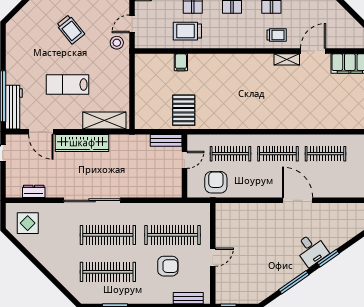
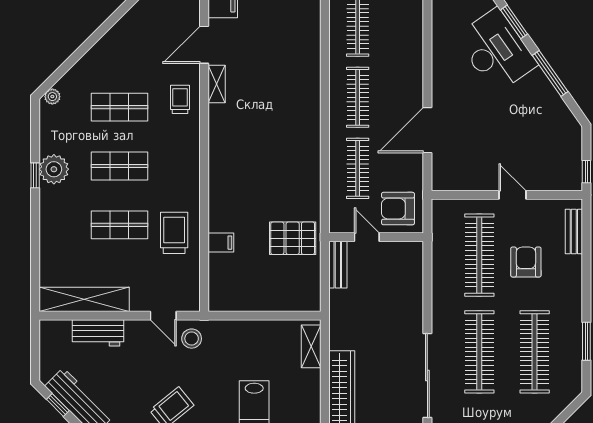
trolley: (187, 31) -> (174, 233), turned 180
door: (313, 51) -> (204, 45), hinge flipped
shelving: (104, 120) -> (311, 346), width x0.67, depth x0.75
armchair: (216, 182) -> (398, 209), moved
door: (298, 200) -> (427, 130), moved
desk: (311, 250) -> (496, 51), width x1.87, depth x1.30

